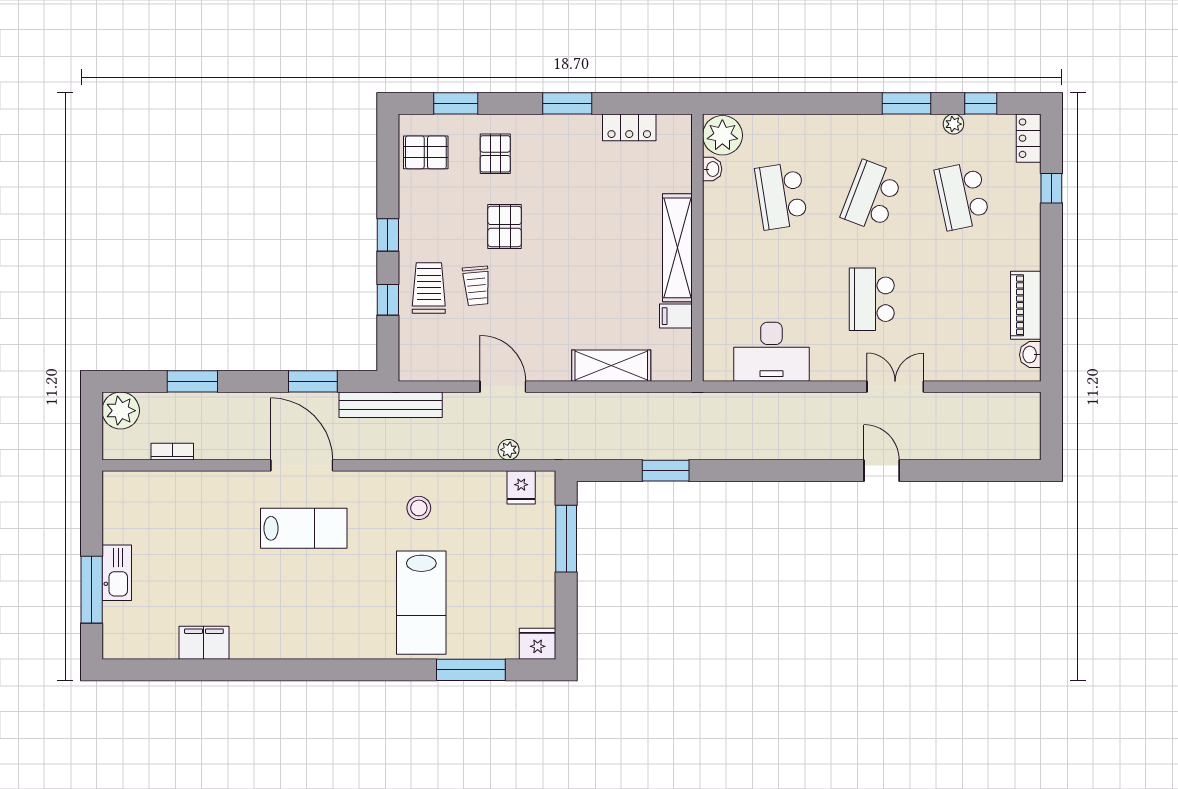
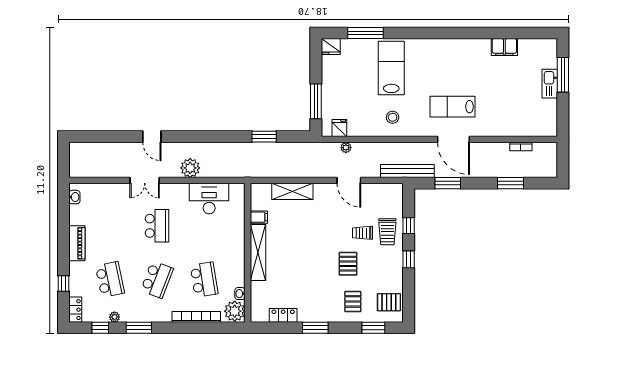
bookcase: (796, 124) -> (196, 317), added
trolley: (477, 286) -> (363, 233), turned -85
piano: (1026, 305) -> (77, 243), moved
plant: (121, 411) -> (190, 168), moved

